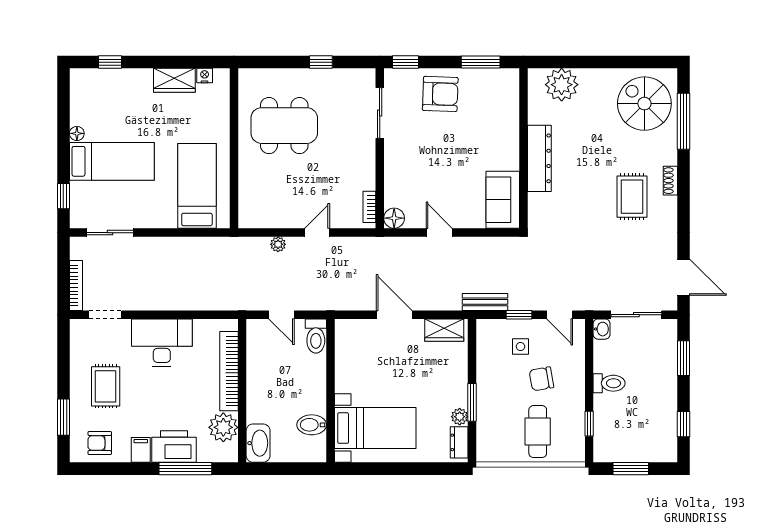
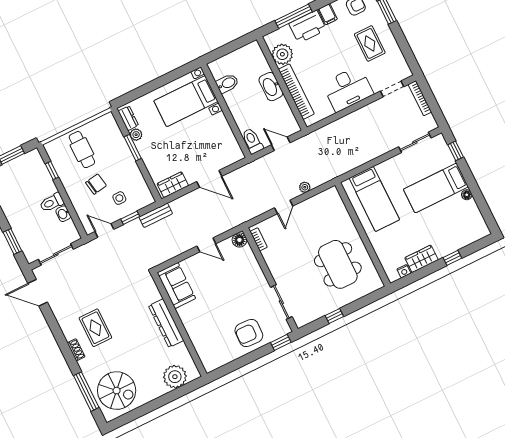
window: (110, 62) -> (452, 258), moved
window: (481, 62) -> (233, 366), removed
dining table: (284, 126) -> (338, 264), turned 90
washbasin: (602, 329) -> (63, 214), moved
washbasin: (258, 443) -> (271, 87), moved

